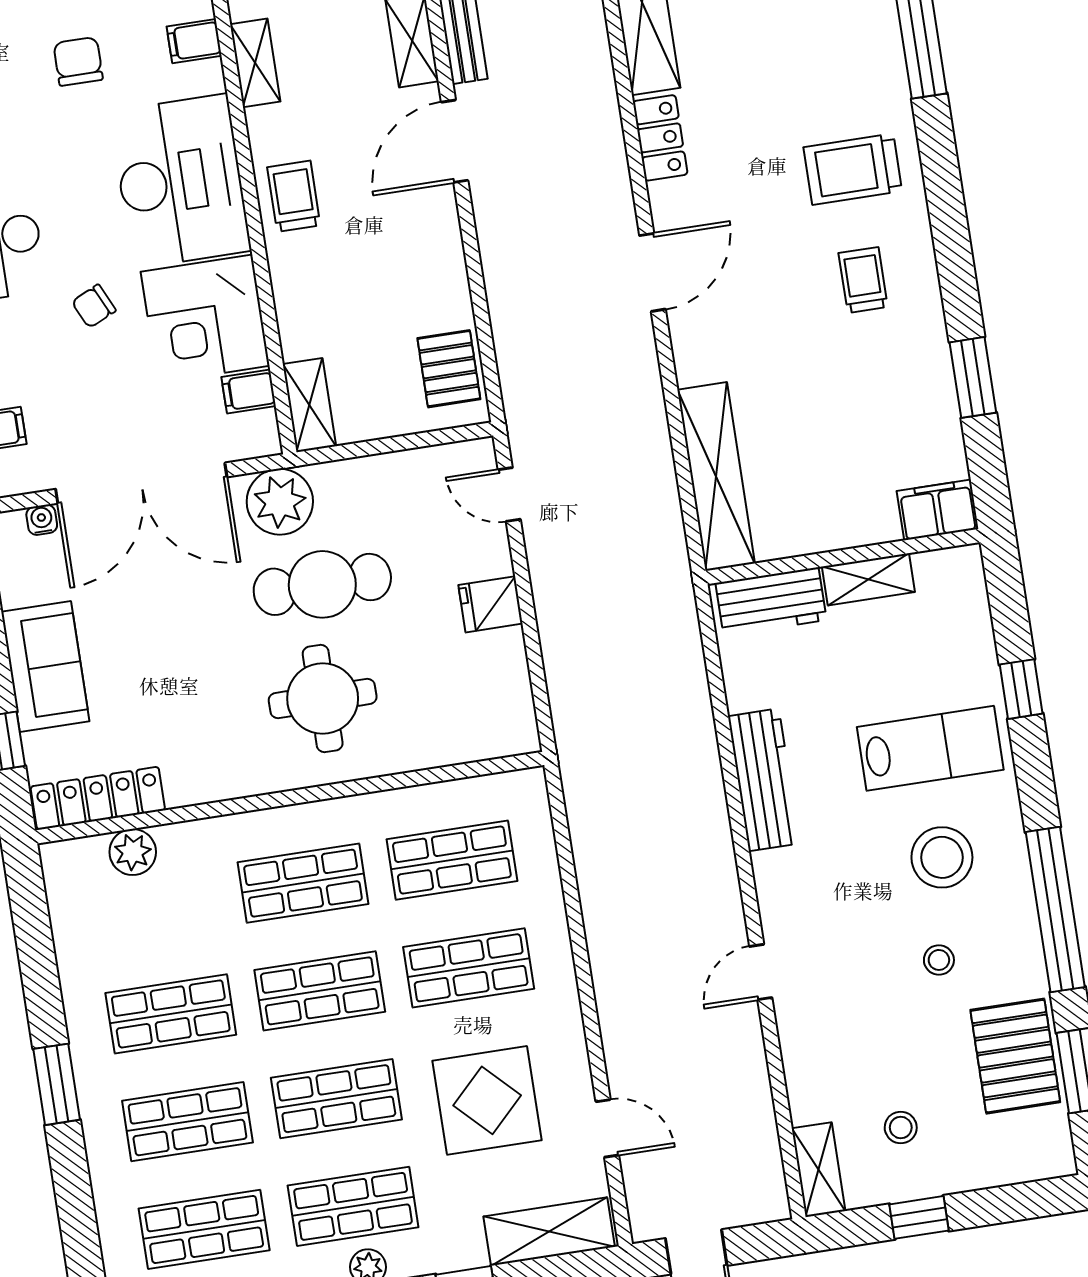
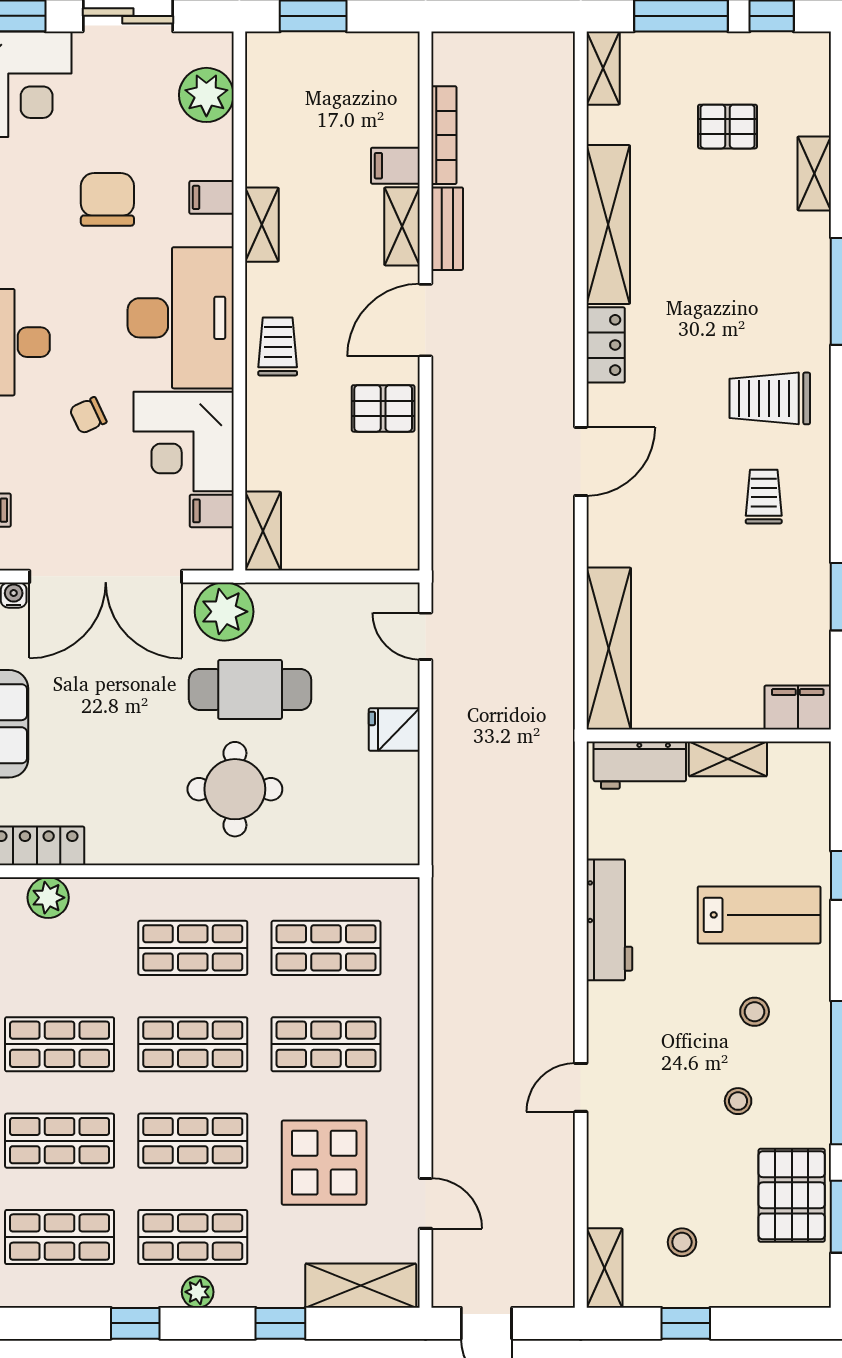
chair: (78, 61) -> (107, 199), width x1.37, depth x1.37
pallet: (449, 369) -> (383, 408), moved, turned 90
stool: (942, 857) -> (755, 1012), width x0.53, depth x0.53

